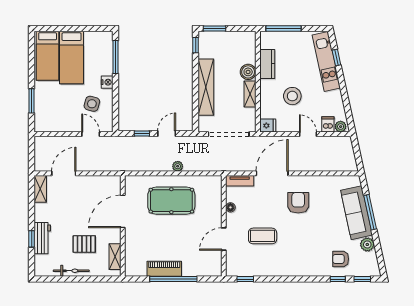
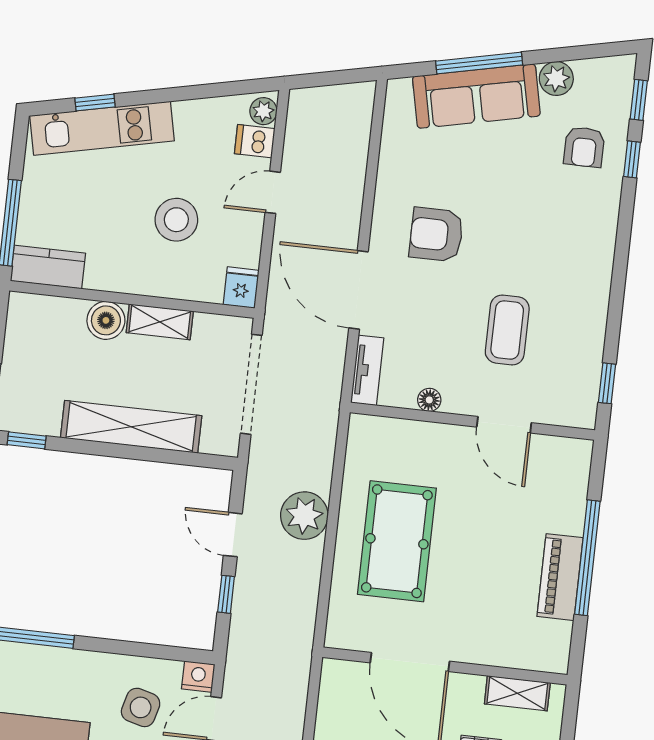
kitchen counter: (267, 64) -> (48, 267), moved
nightstand: (107, 82) -> (198, 677), moved
plant: (178, 166) -> (304, 516), width x1.88, depth x1.88

